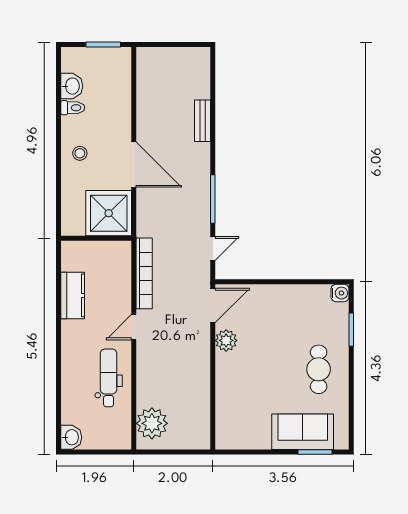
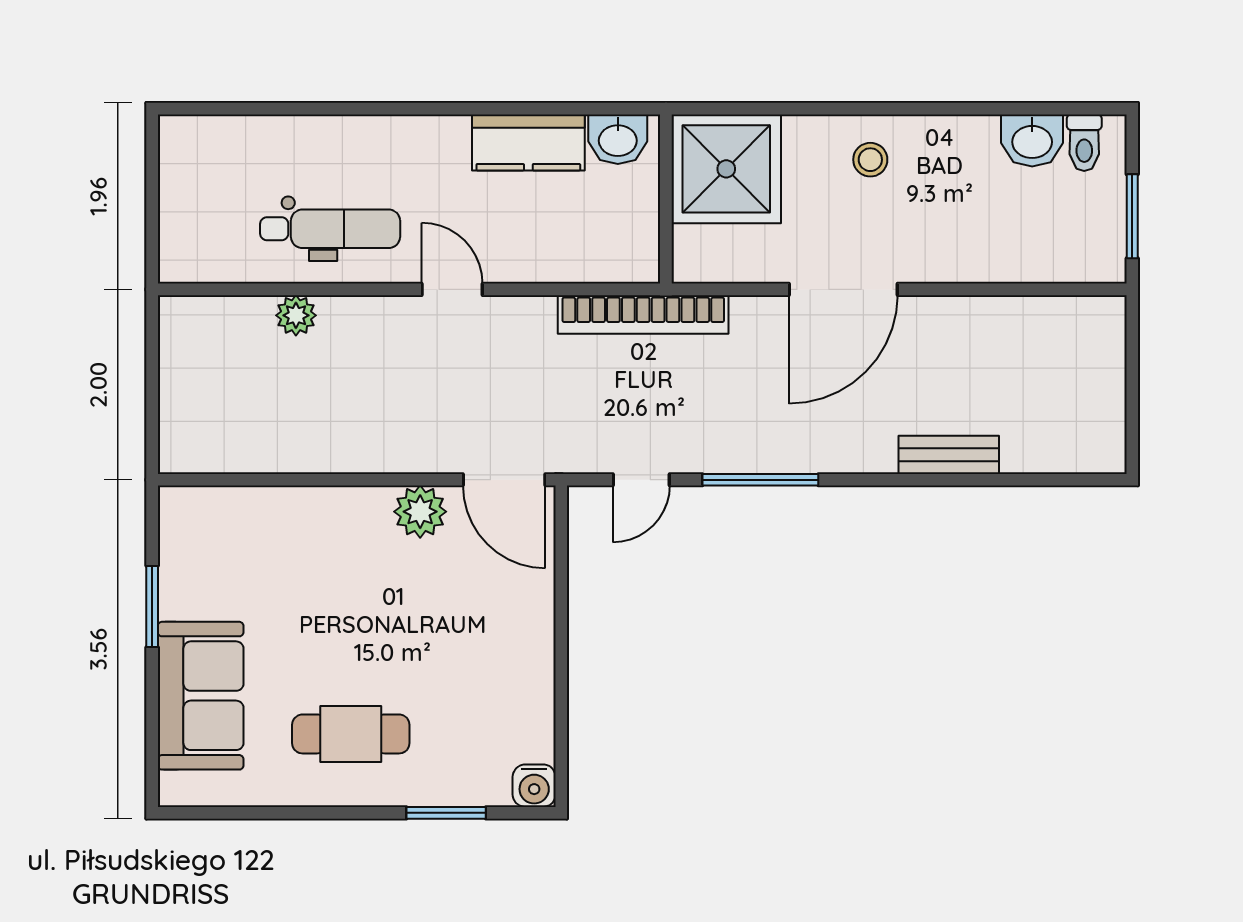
toilet: (73, 108) -> (1084, 143), moved
shower: (109, 213) -> (726, 169), moved
door: (213, 249) -> (641, 480), hinge flipped
bookcase: (144, 273) -> (643, 314), moved
plant: (152, 423) -> (296, 315), moved, width x0.53, depth x0.53
washbasin: (71, 437) -> (618, 139), moved
window: (315, 452) -> (152, 606), moved

